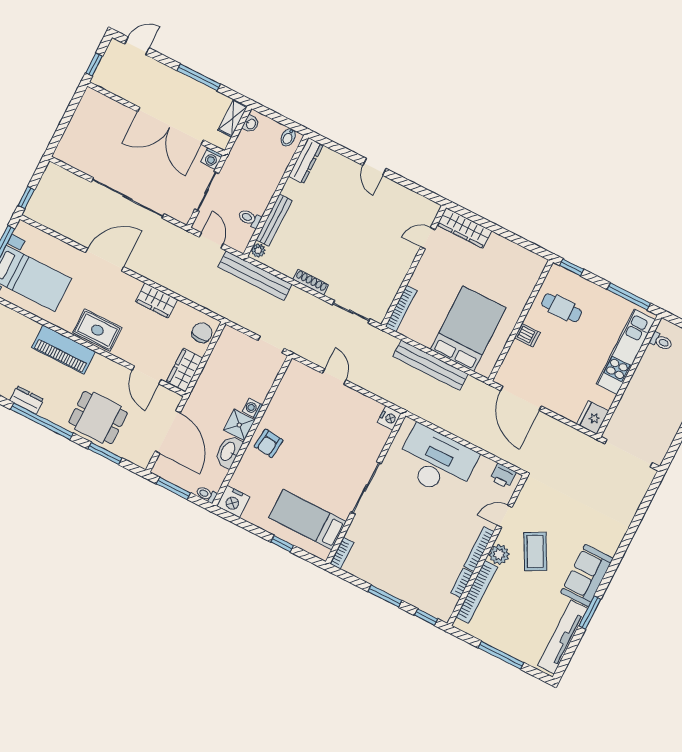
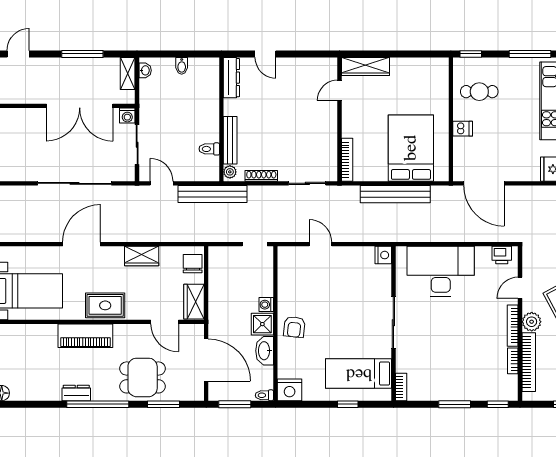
dresser: (306, 161) -> (231, 78), moved
wall: (276, 196) -> (221, 119), moved
toilet: (250, 218) -> (209, 149), moved
bench: (274, 220) -> (230, 140), moved
plant: (258, 250) -> (230, 172), moved

